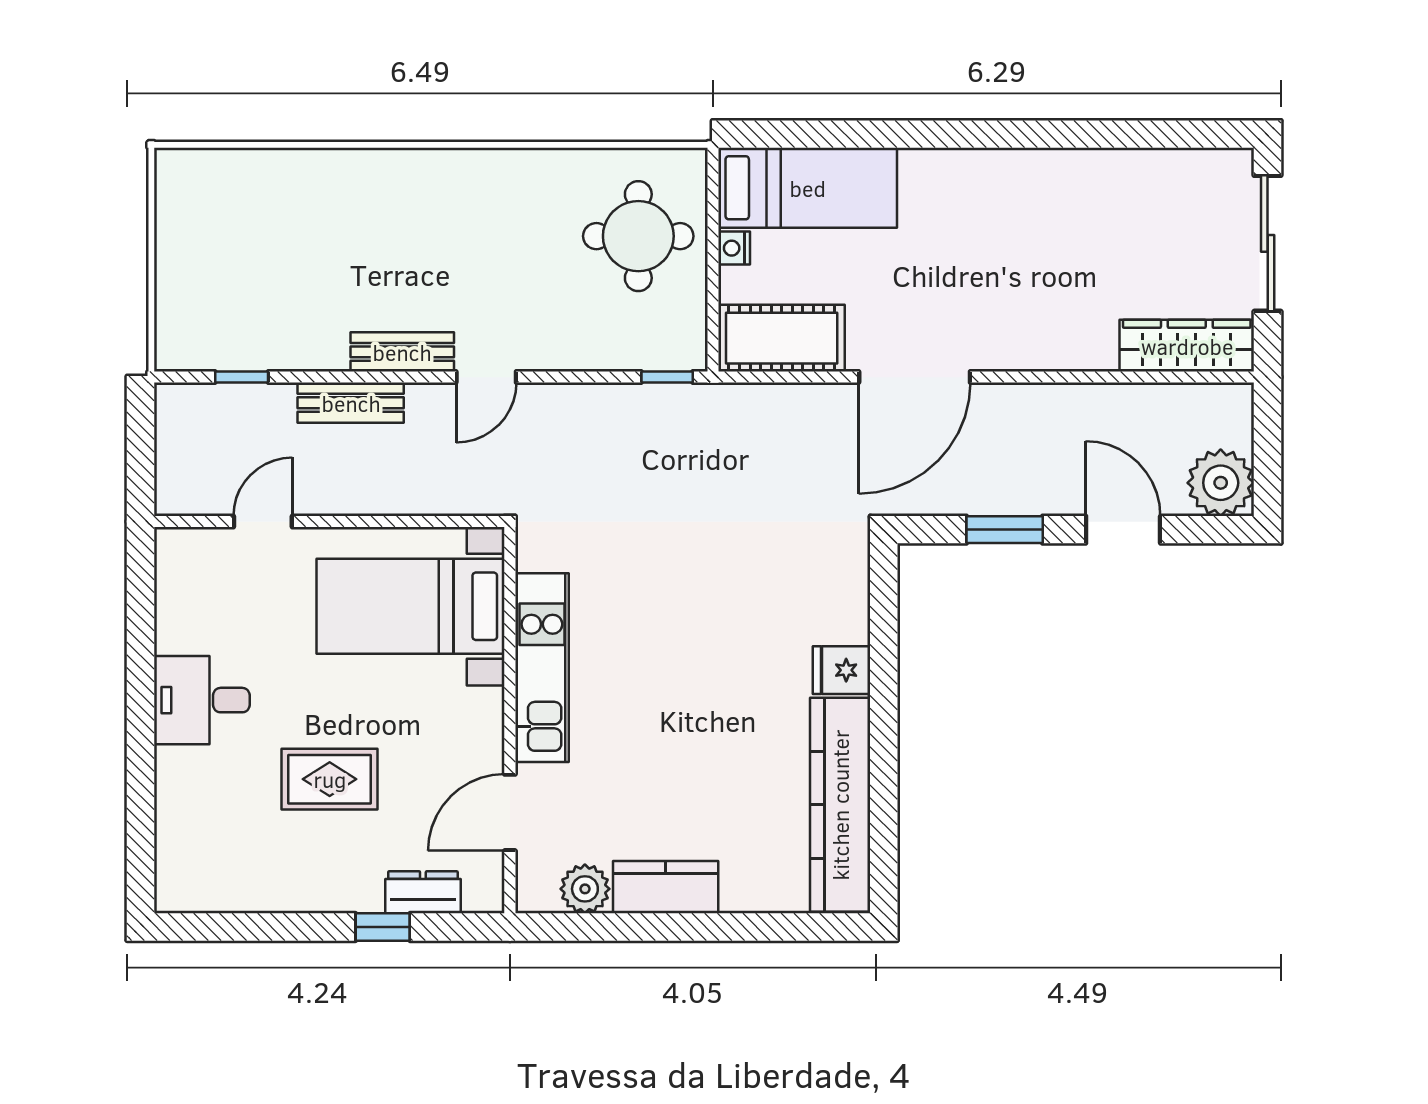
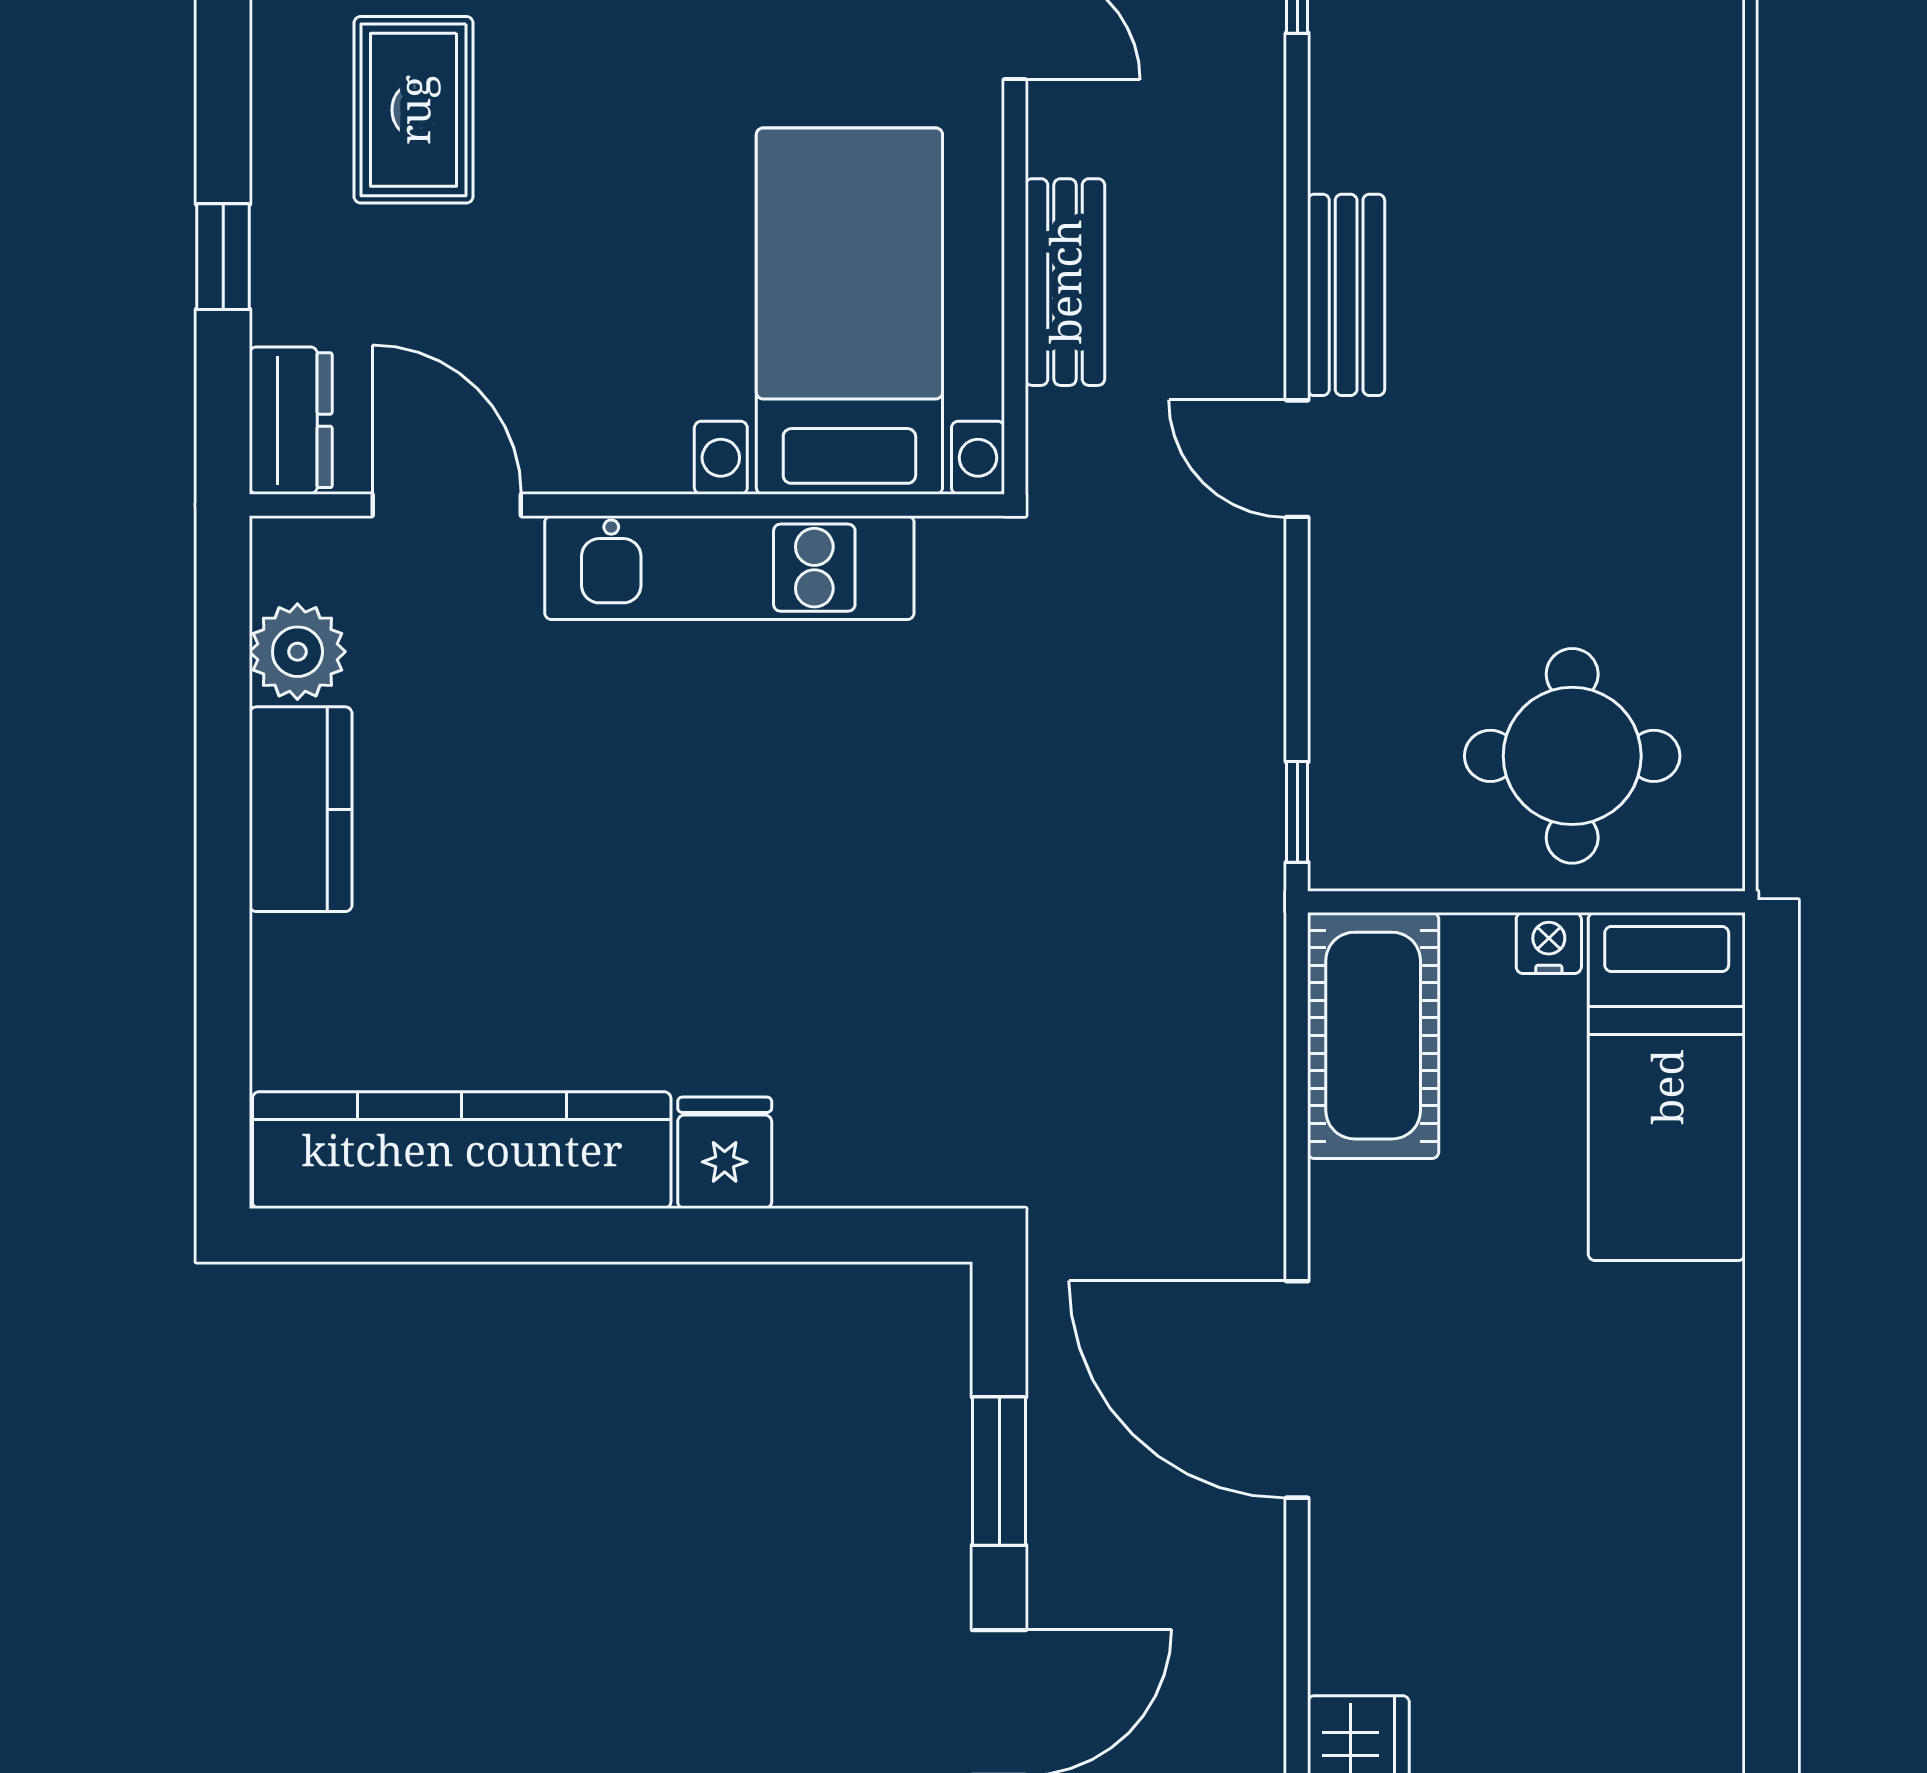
door: (915, 377) -> (1297, 1389), moved
bench: (351, 403) -> (1065, 282), moved
rug: (330, 779) -> (414, 110), moved
dresser: (423, 892) -> (291, 420), moved

